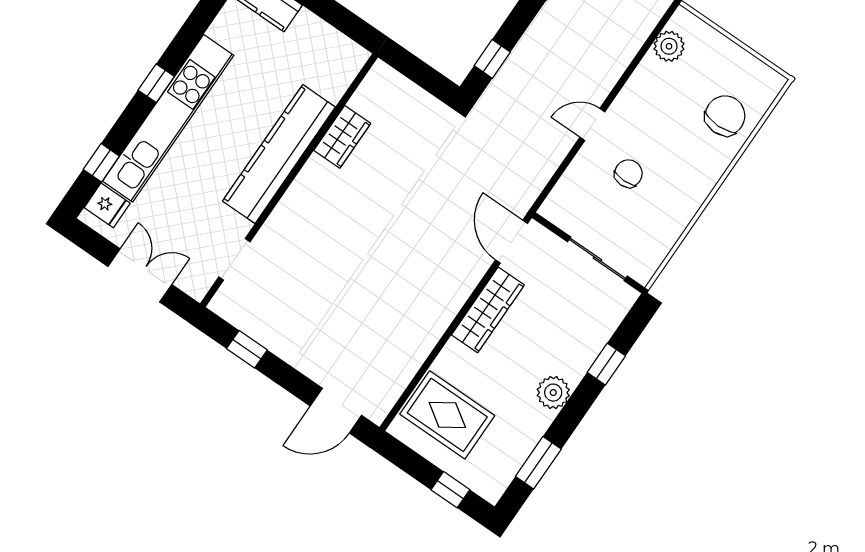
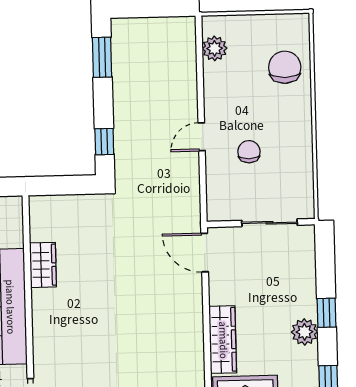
wardrobe: (488, 310) -> (223, 340), moved
window: (606, 364) -> (326, 313), moved

